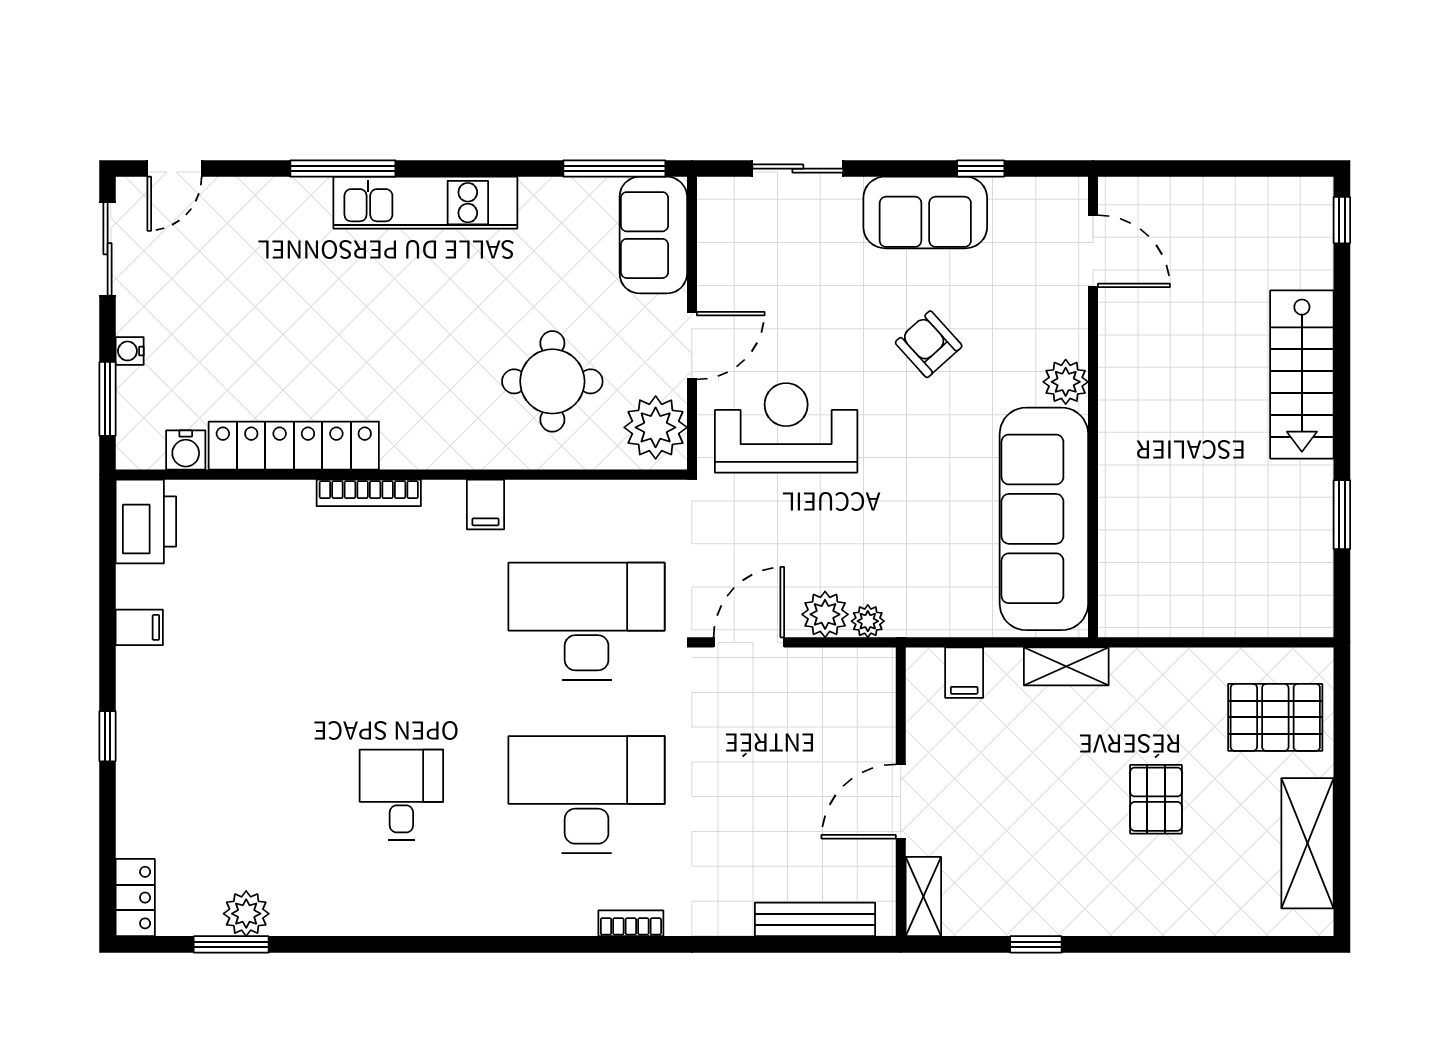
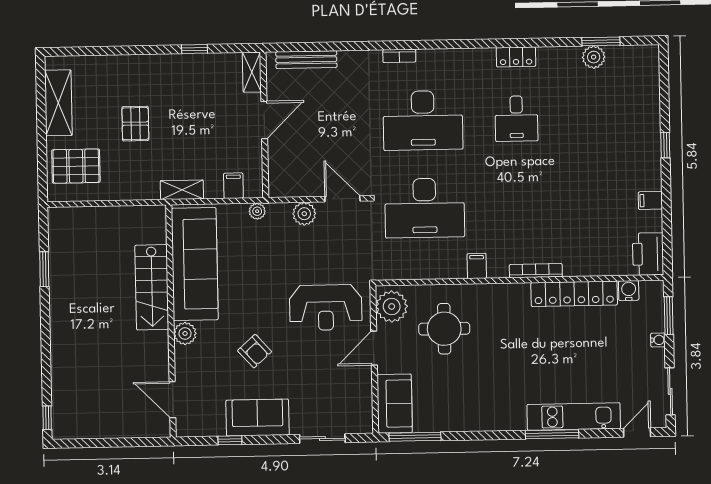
kitchen unit: (425, 203) -> (574, 417), moved
stairs: (1302, 374) -> (152, 287), moved, turned 180
plant: (868, 621) -> (257, 211), moved
door: (749, 642) -> (342, 199), swing flipped
locker: (135, 898) -> (516, 57), moved, turned -90

